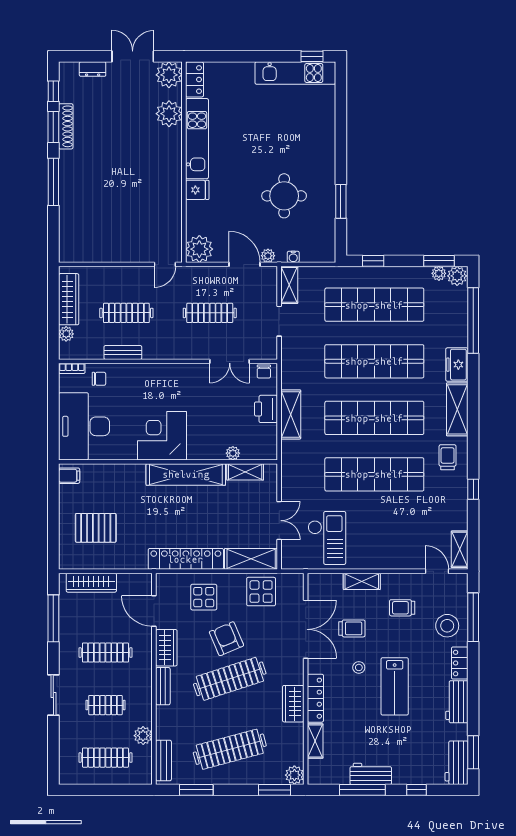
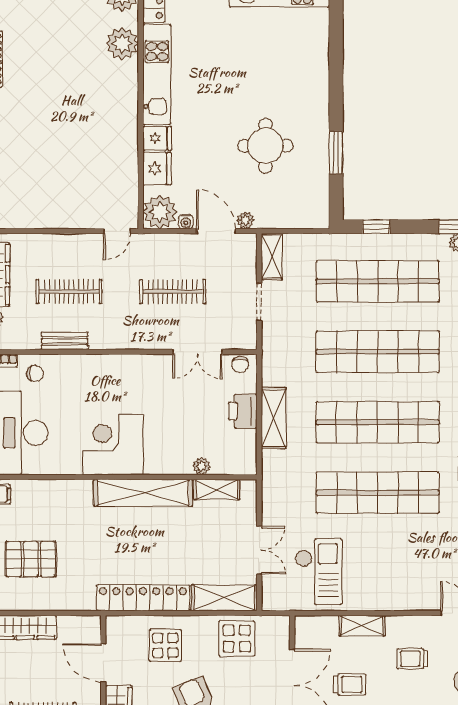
fridge: (197, 214) -> (157, 169), added
water cooler: (293, 257) -> (186, 222), moved

